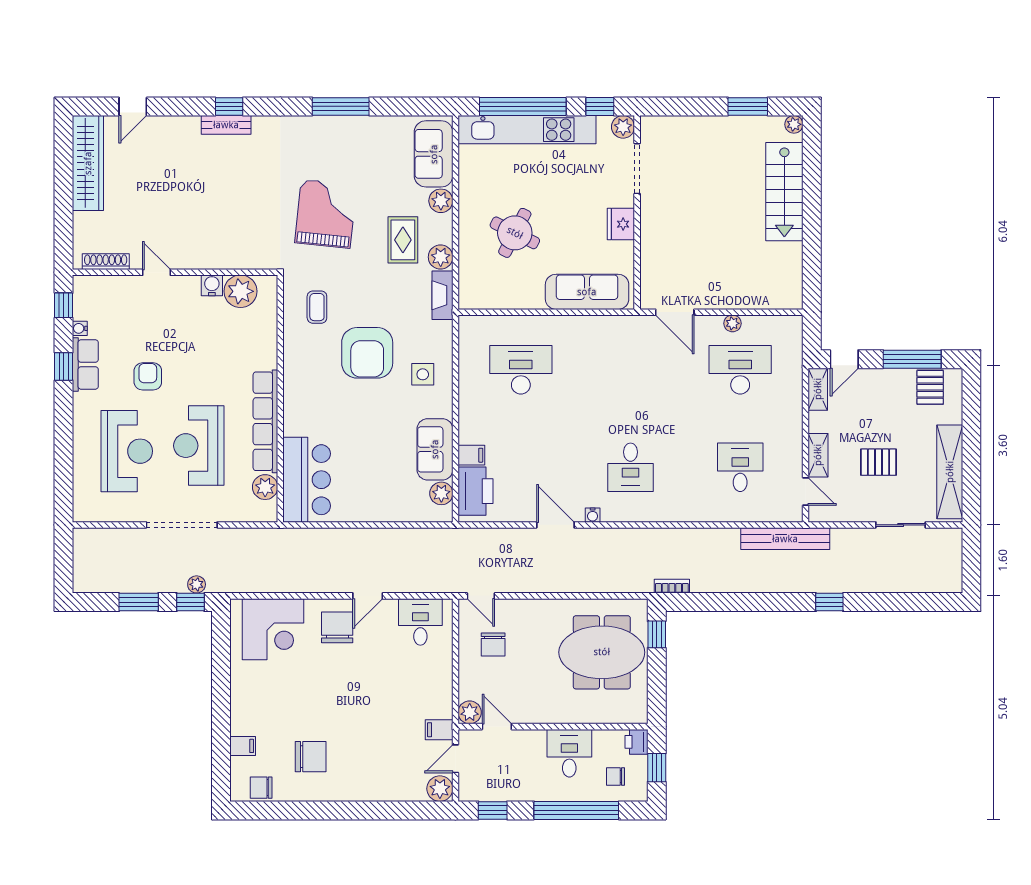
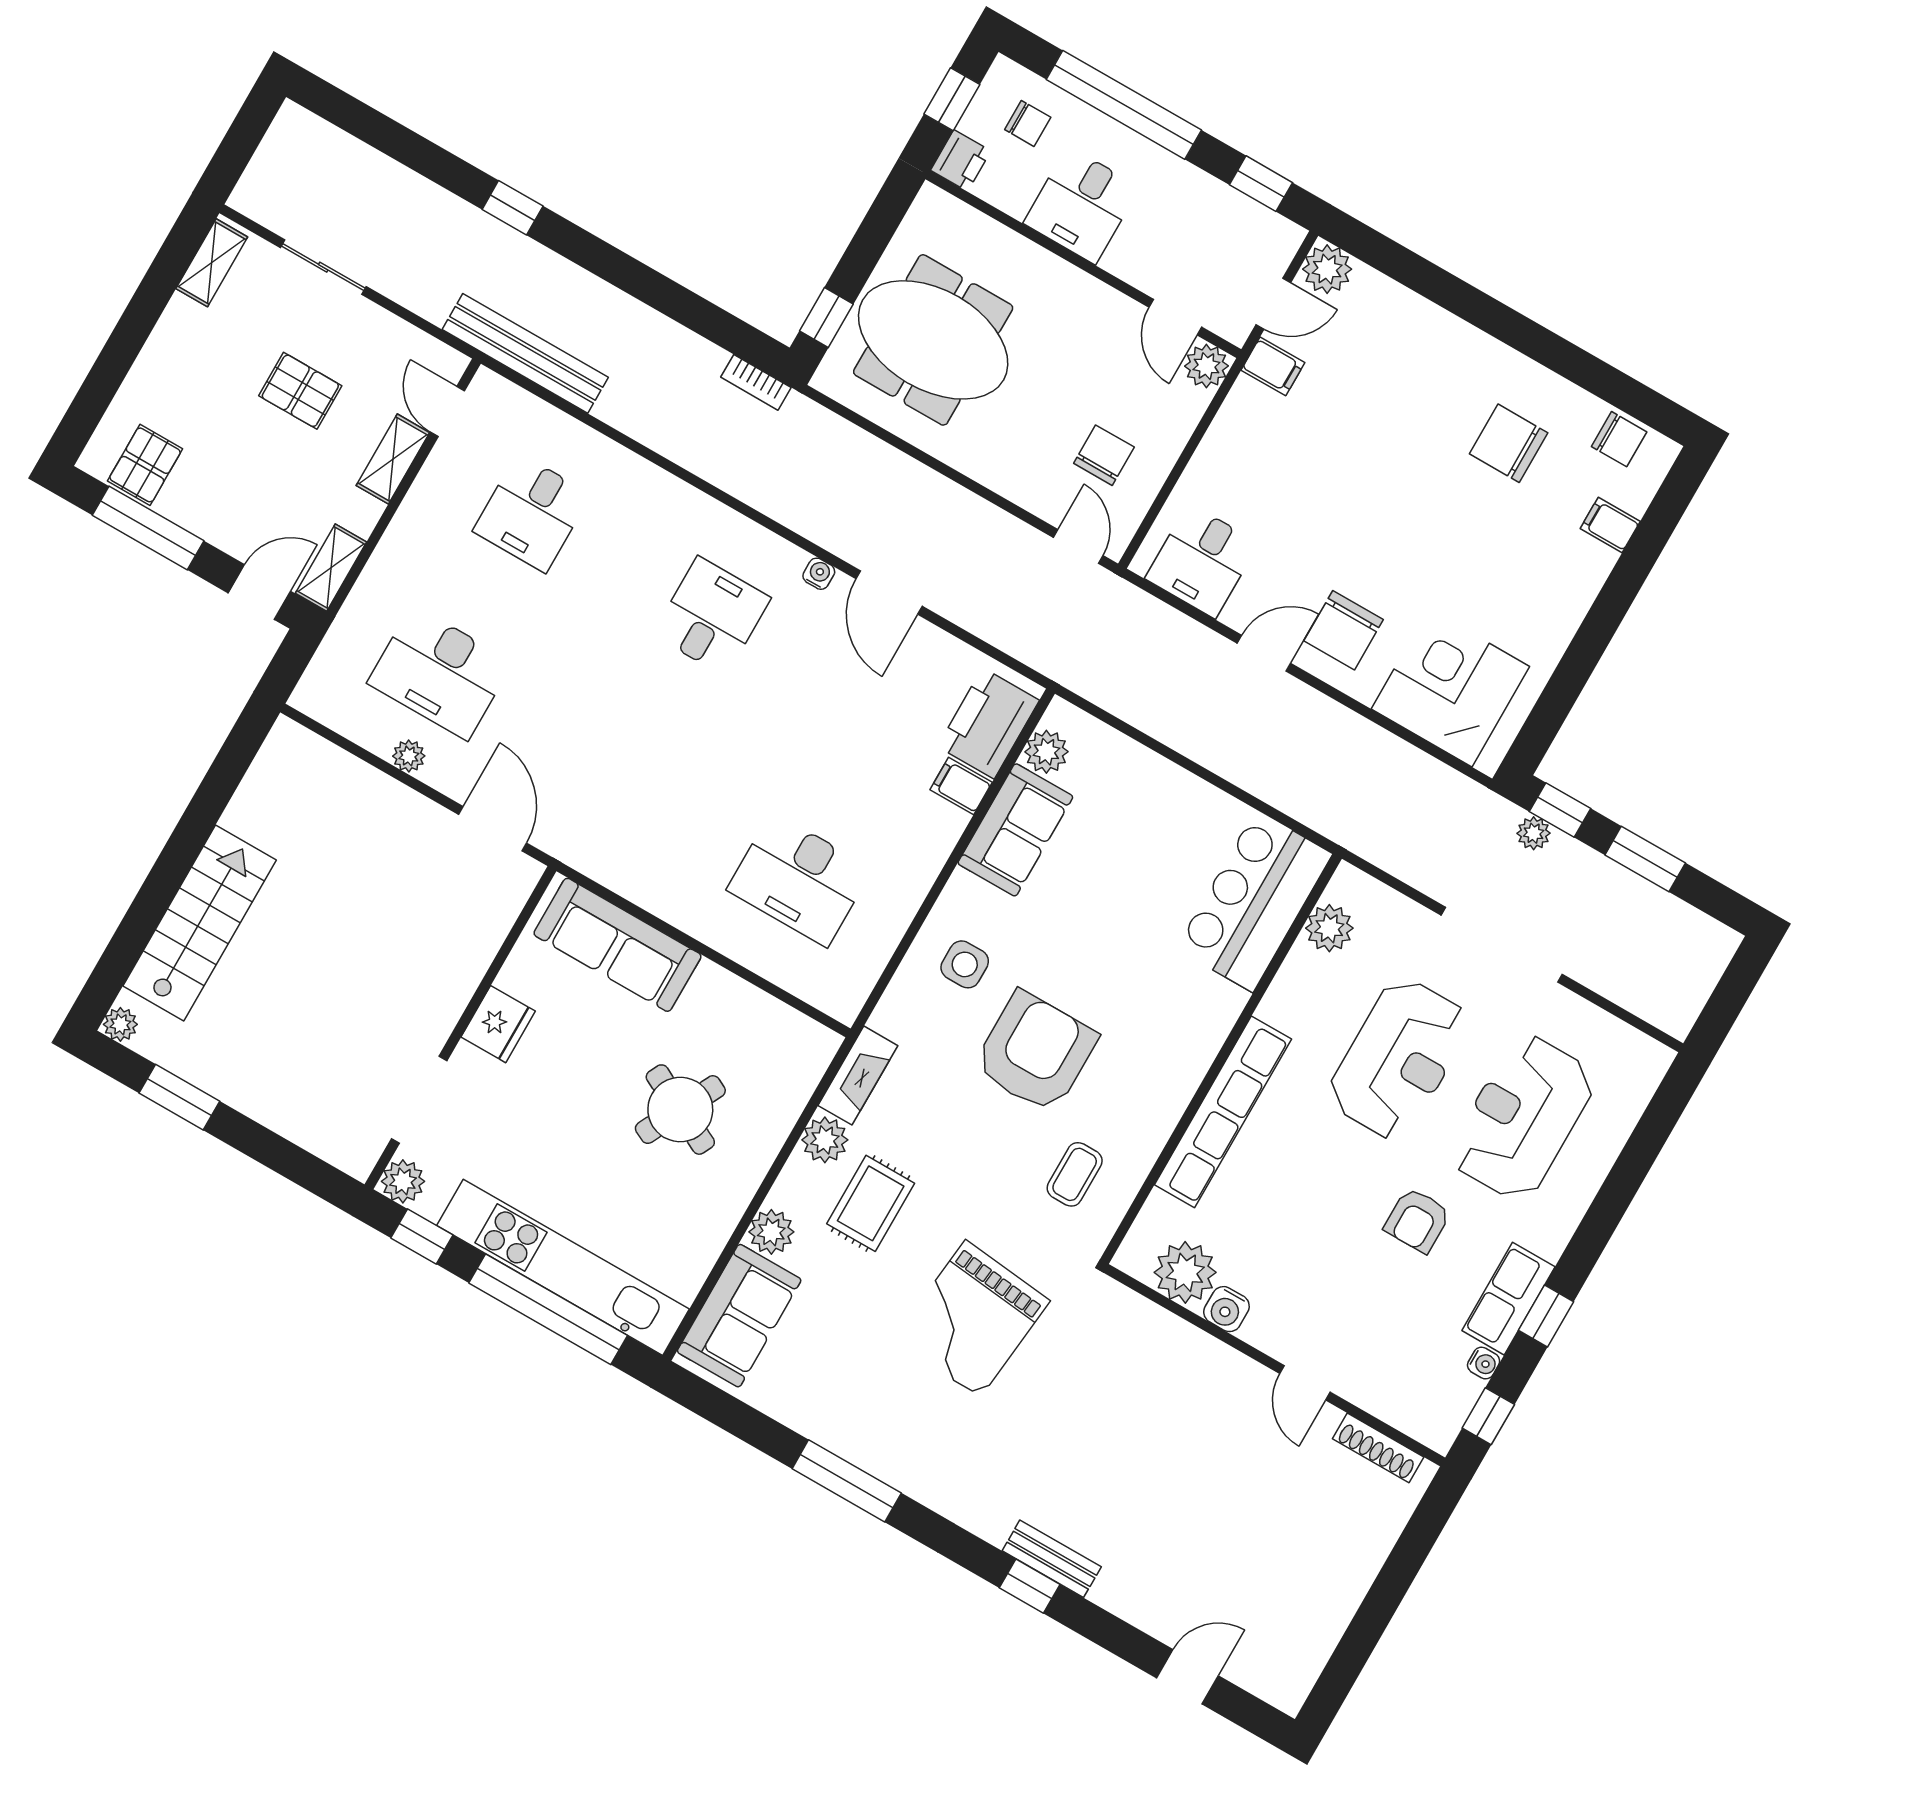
wardrobe: (88, 163) -> (1314, 1627), removed
row of seats: (265, 421) -> (1223, 1112), moved
shelving: (950, 472) -> (212, 263), width x0.45, depth x0.75

